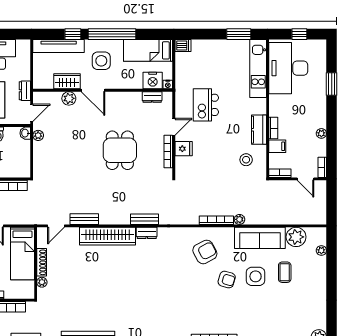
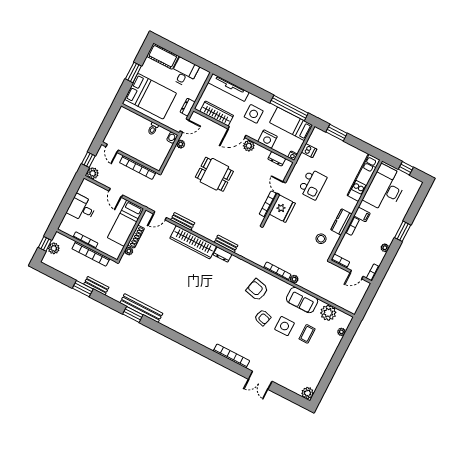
window: (73, 34) -> (243, 84), removed
window: (112, 34) -> (289, 108), moved
window: (239, 34) -> (337, 133), moved
dishwasher: (183, 45) -> (309, 151), moved
wardrobe: (67, 81) -> (217, 114), width x1.50
nightstand: (153, 81) -> (268, 139), moved
window: (332, 84) -> (403, 231), moved
door: (93, 90) -> (237, 132), hinge flipped
plant: (69, 98) -> (249, 146), moved
kitchen island: (206, 105) -> (312, 184), turned 180
door: (174, 127) -> (281, 188), swing flipped
filing cabinet: (277, 146) -> (362, 214), moved
fridge: (184, 149) -> (282, 209), width x1.88, depth x1.34
dining table: (120, 150) -> (214, 174), moved, turned 90
door: (305, 179) -> (357, 275), hinge flipped
sofa: (260, 238) -> (302, 300), width x0.73
armchair: (205, 252) -> (257, 290), turned -139

